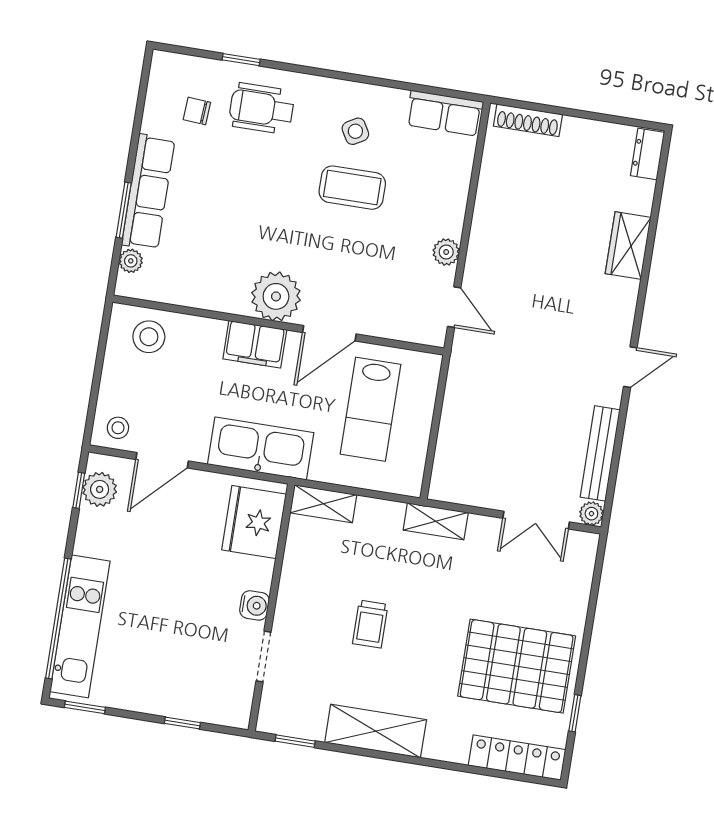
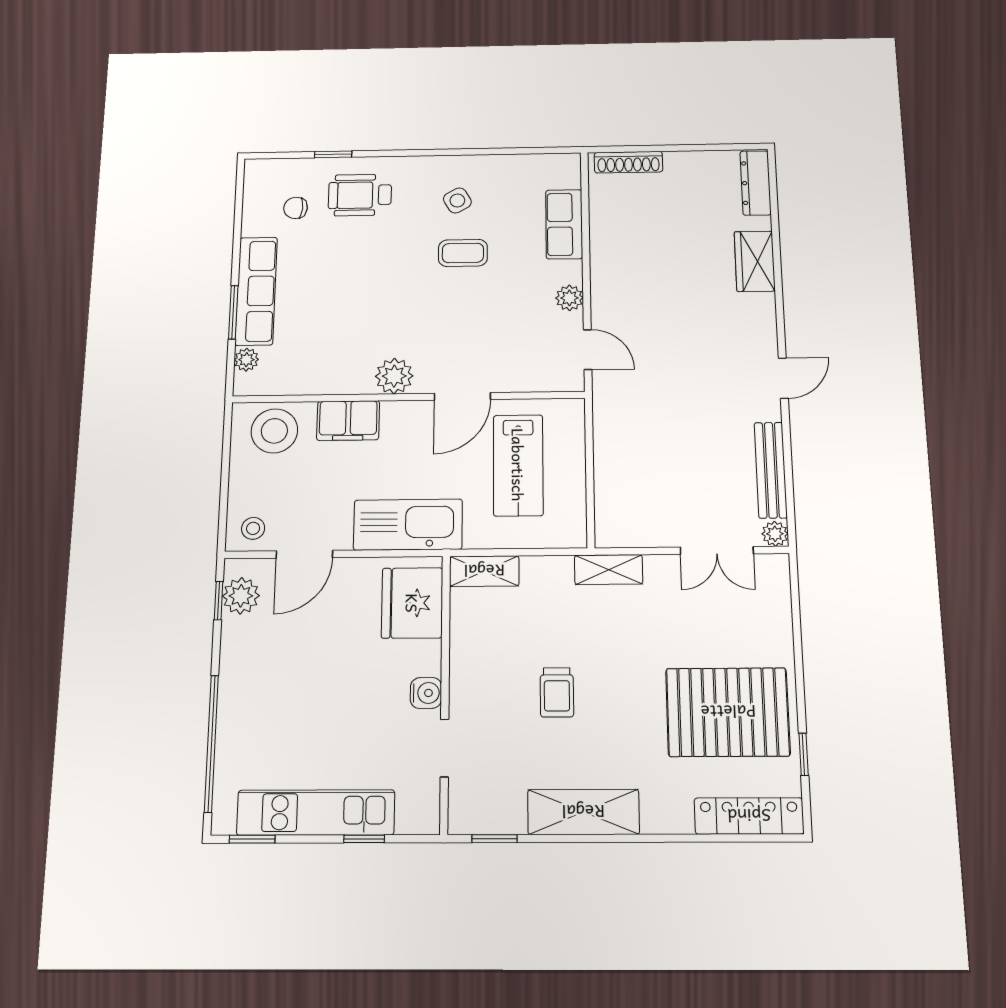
row of seats: (445, 113) -> (564, 224), moved, turned 90
dresser: (648, 154) -> (756, 183), width x1.44
coffee table: (352, 188) -> (463, 253), width x0.73, depth x0.77
plant: (276, 296) -> (394, 376), width x0.73, depth x0.73
stool: (149, 337) -> (274, 431), width x1.38, depth x1.38
filing cabinet: (255, 344) -> (348, 421), moved
kitchen unit: (80, 626) -> (316, 813), moved, turned -90

